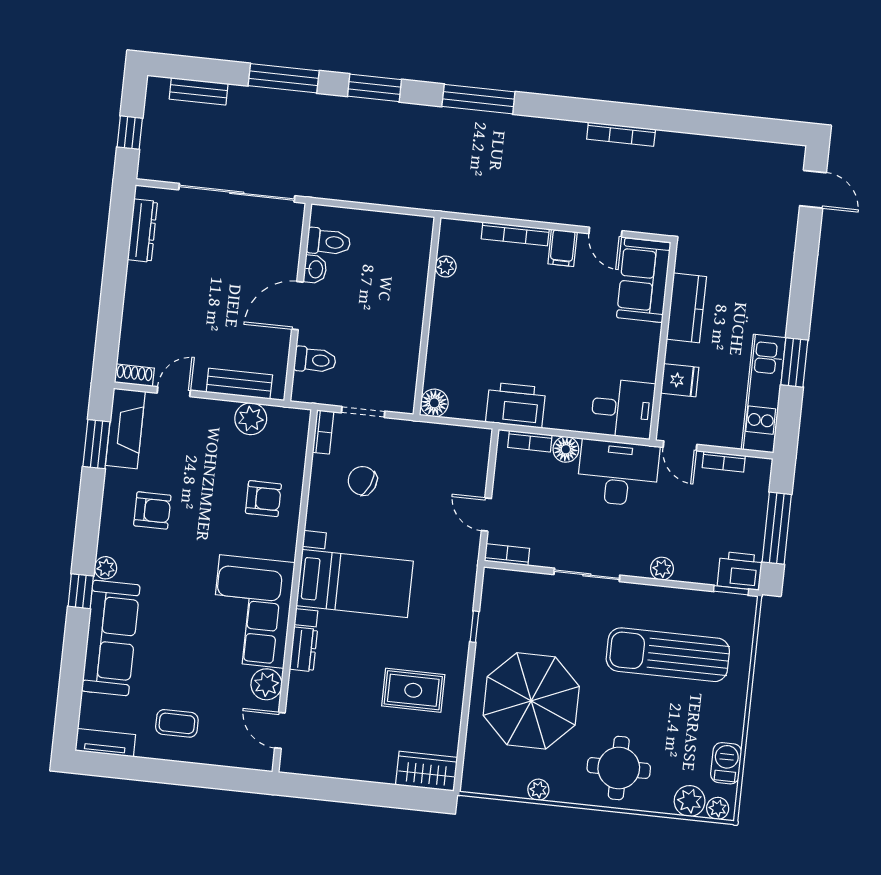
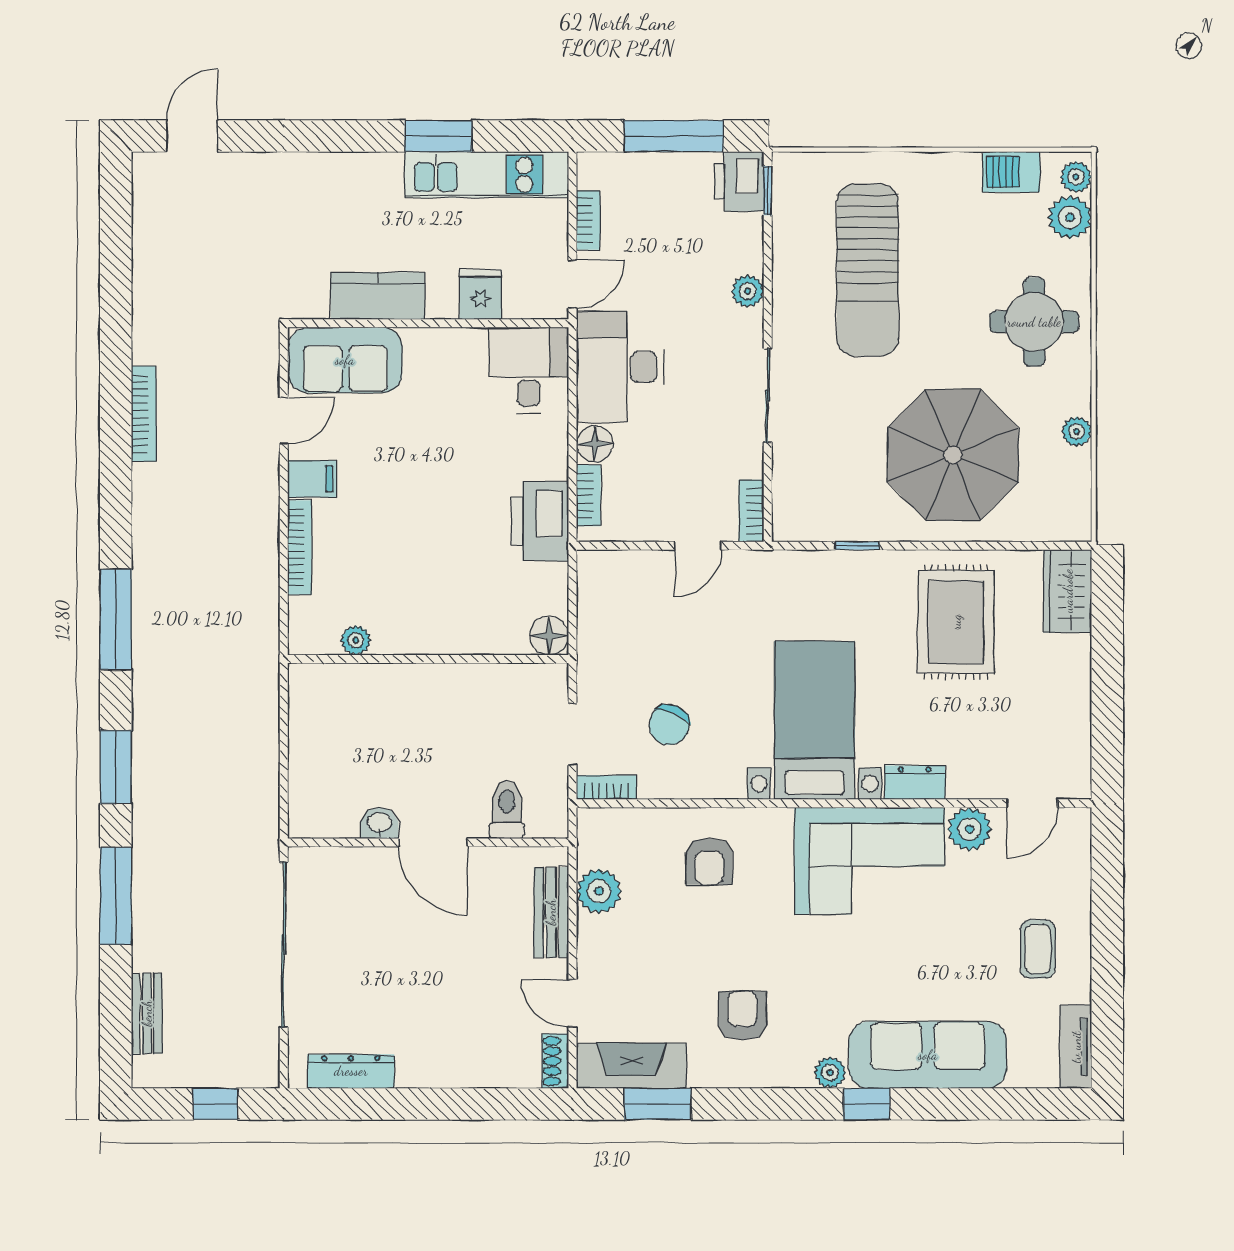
toilet: (329, 242) -> (339, 808), removed
armchair: (263, 499) -> (709, 861), turned 180
rug: (413, 690) -> (956, 622), width x1.36, depth x1.43

